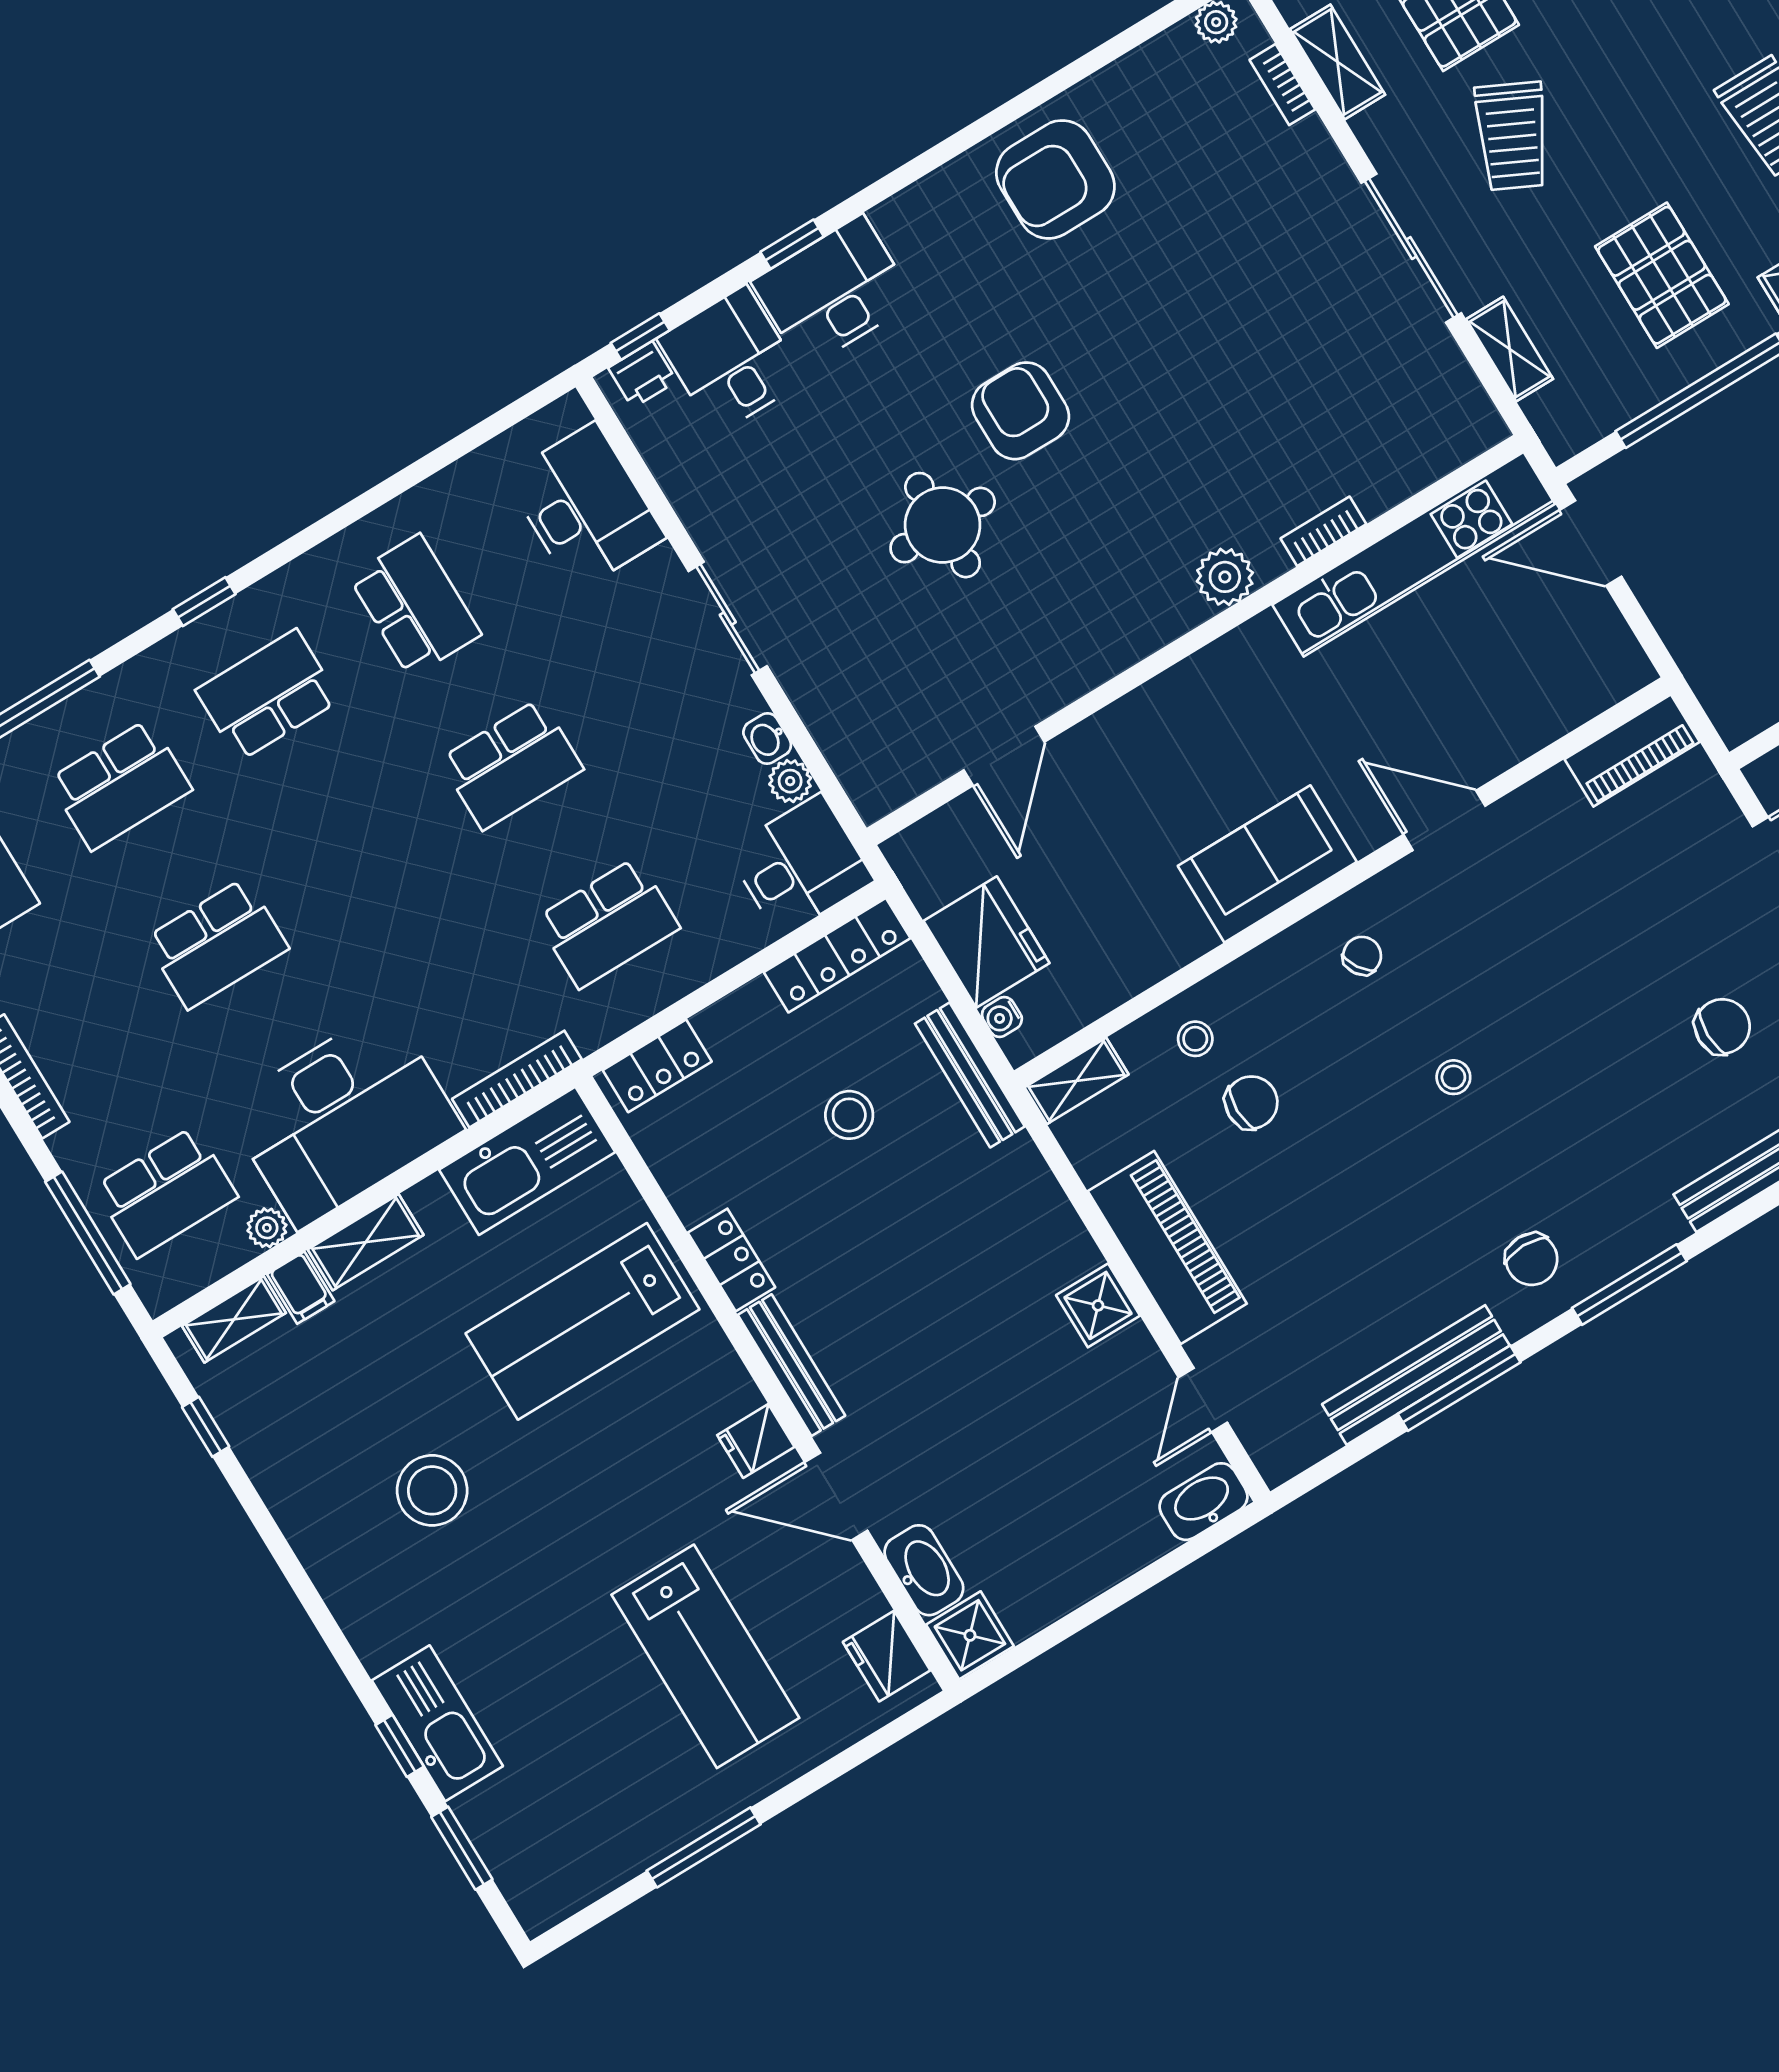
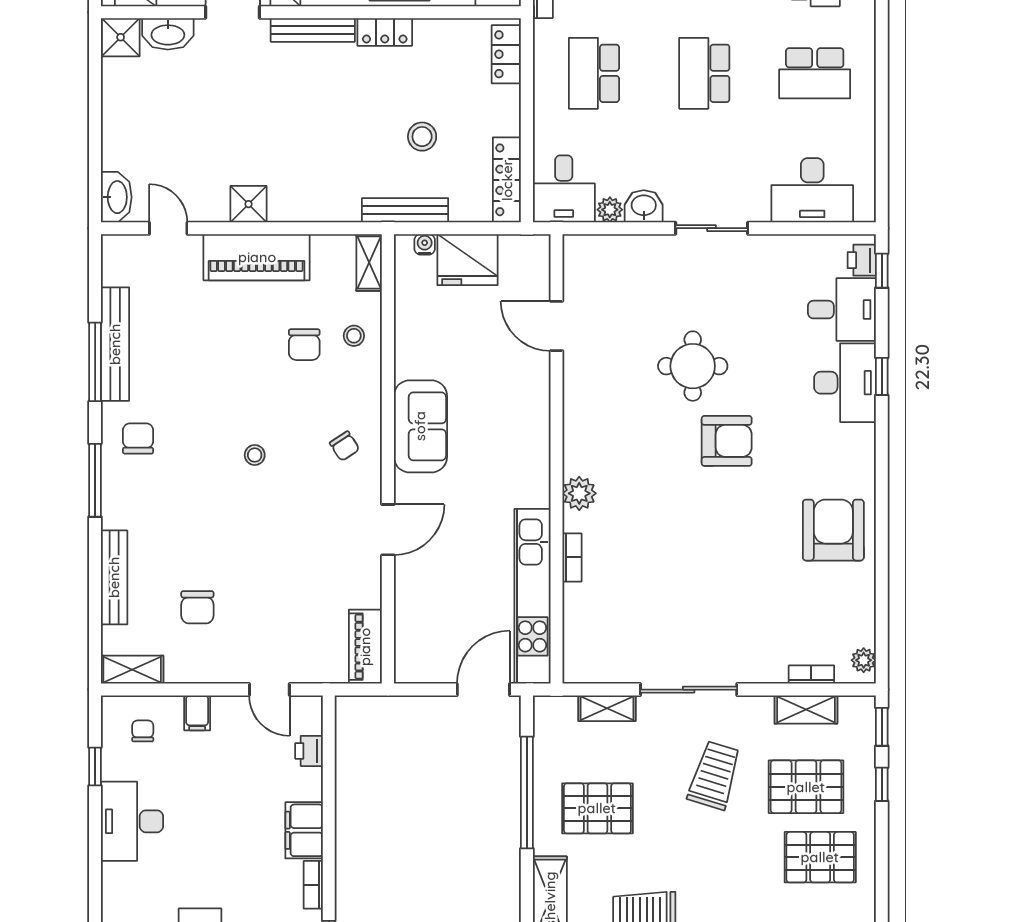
trolley: (1512, 136) -> (714, 775), turned 81
washbasin: (767, 738) -> (644, 206), width x1.38, depth x1.45
chair: (1532, 1259) -> (138, 438), turned 90

